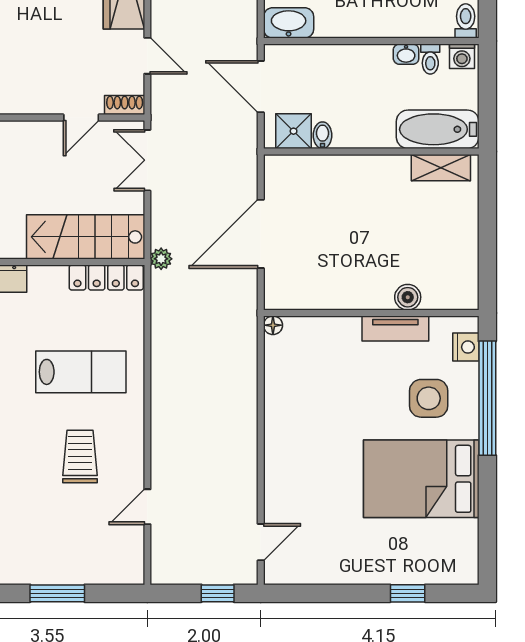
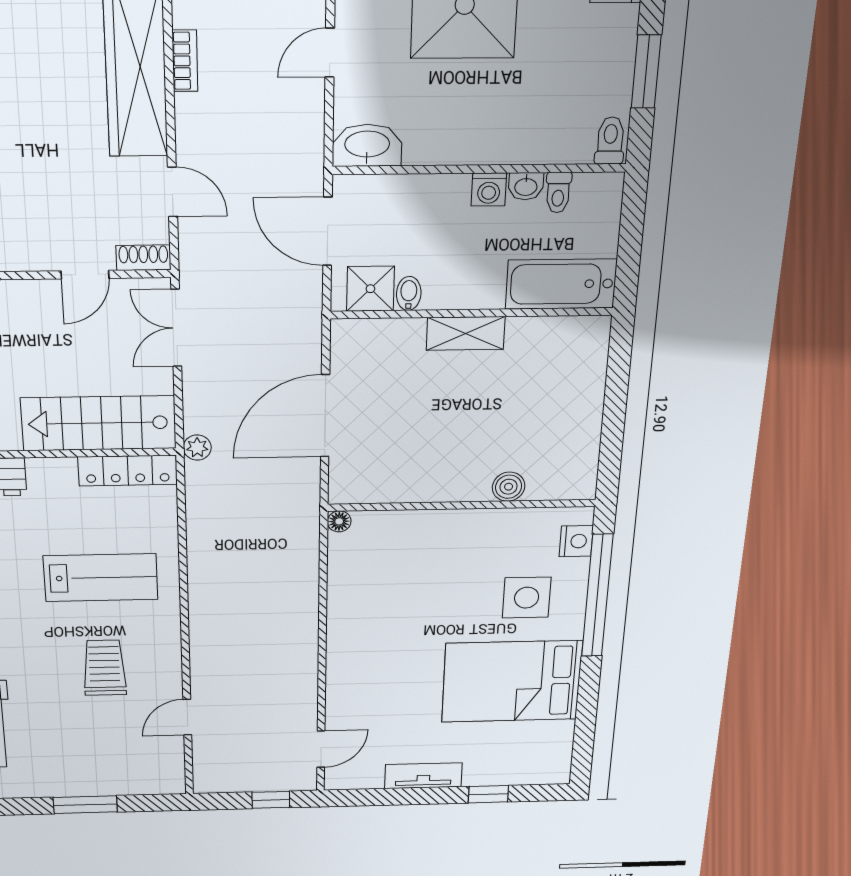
washing machine: (462, 56) -> (489, 189), moved
shelving: (441, 168) -> (466, 333), moved
tv unit: (395, 328) -> (423, 776), moved, turned 180

